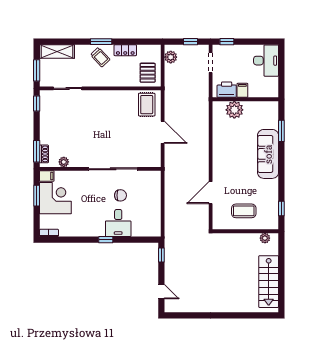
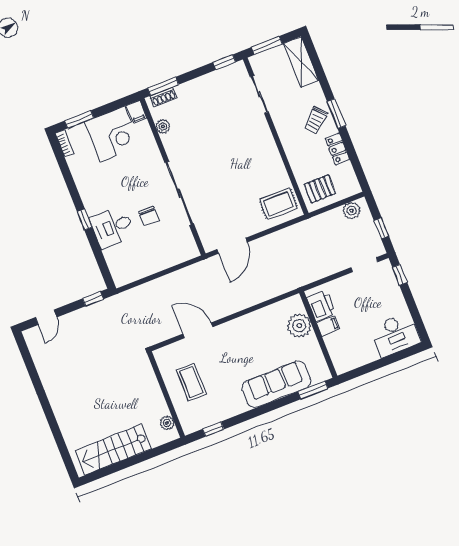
printer: (227, 90) -> (321, 305), moved
filing cabinet: (242, 90) -> (328, 326), moved
wall: (245, 99) -> (318, 334), moved
plant: (234, 110) -> (299, 326), moved
door: (163, 132) -> (232, 246), moved
window: (37, 196) -> (79, 119), moved

